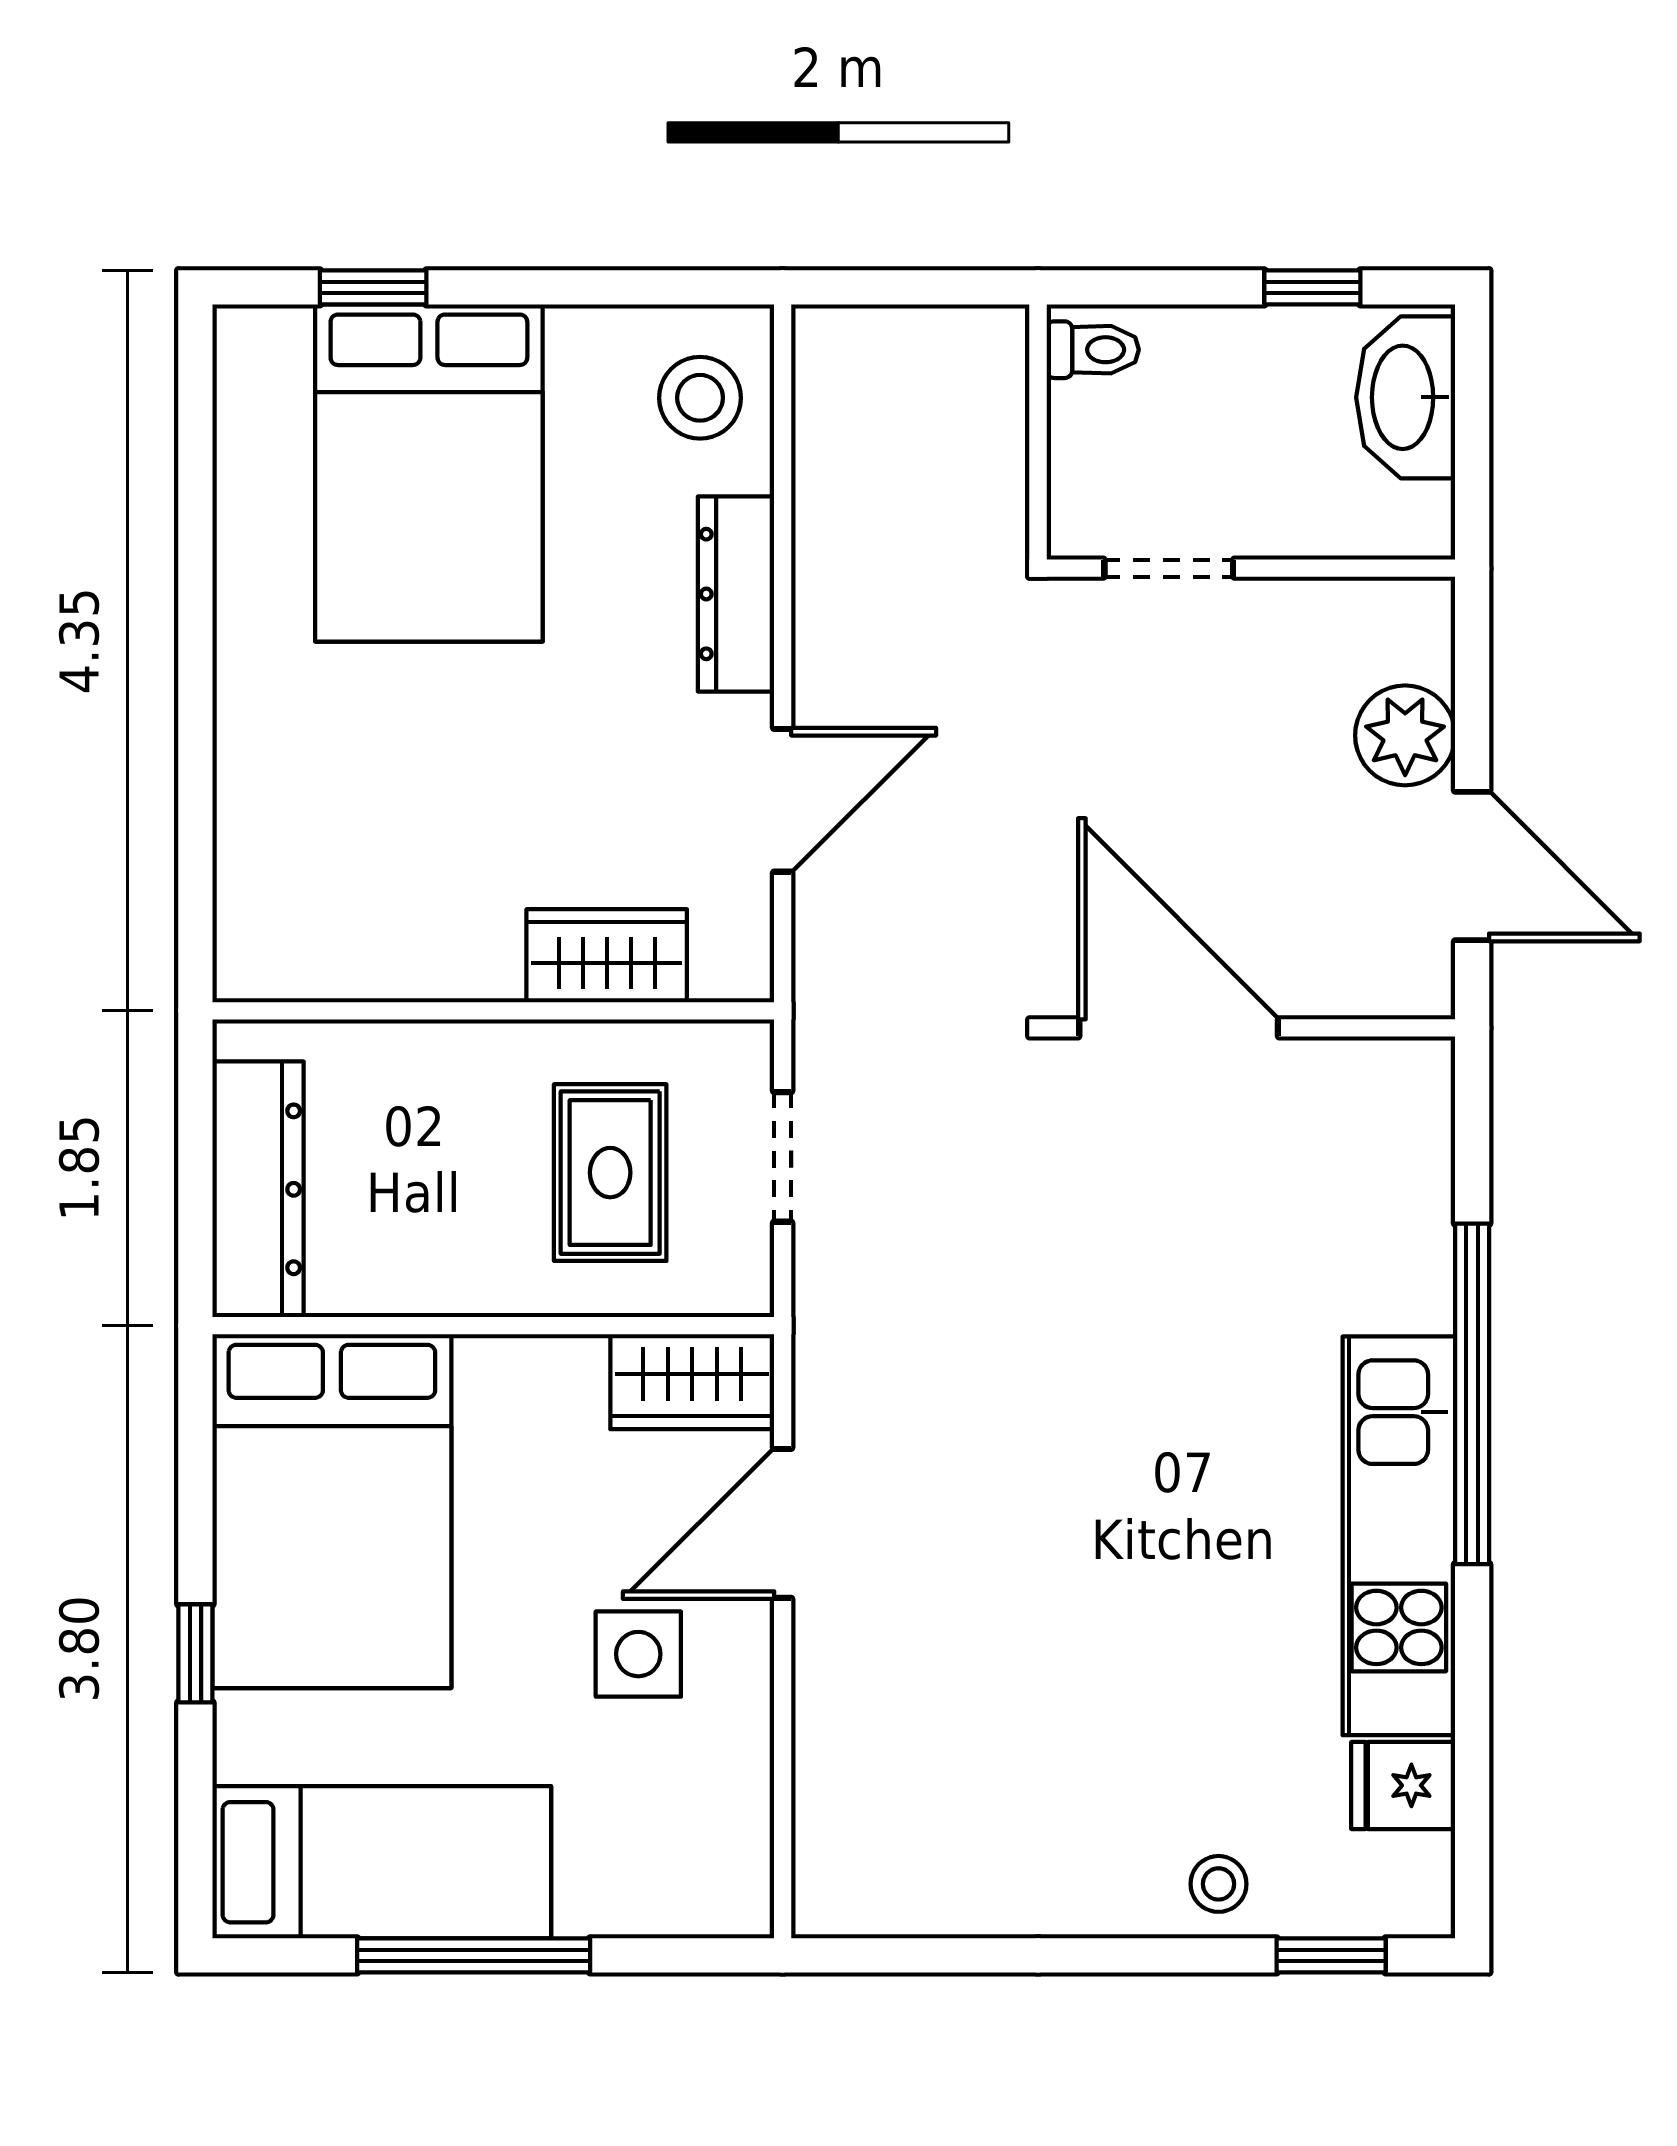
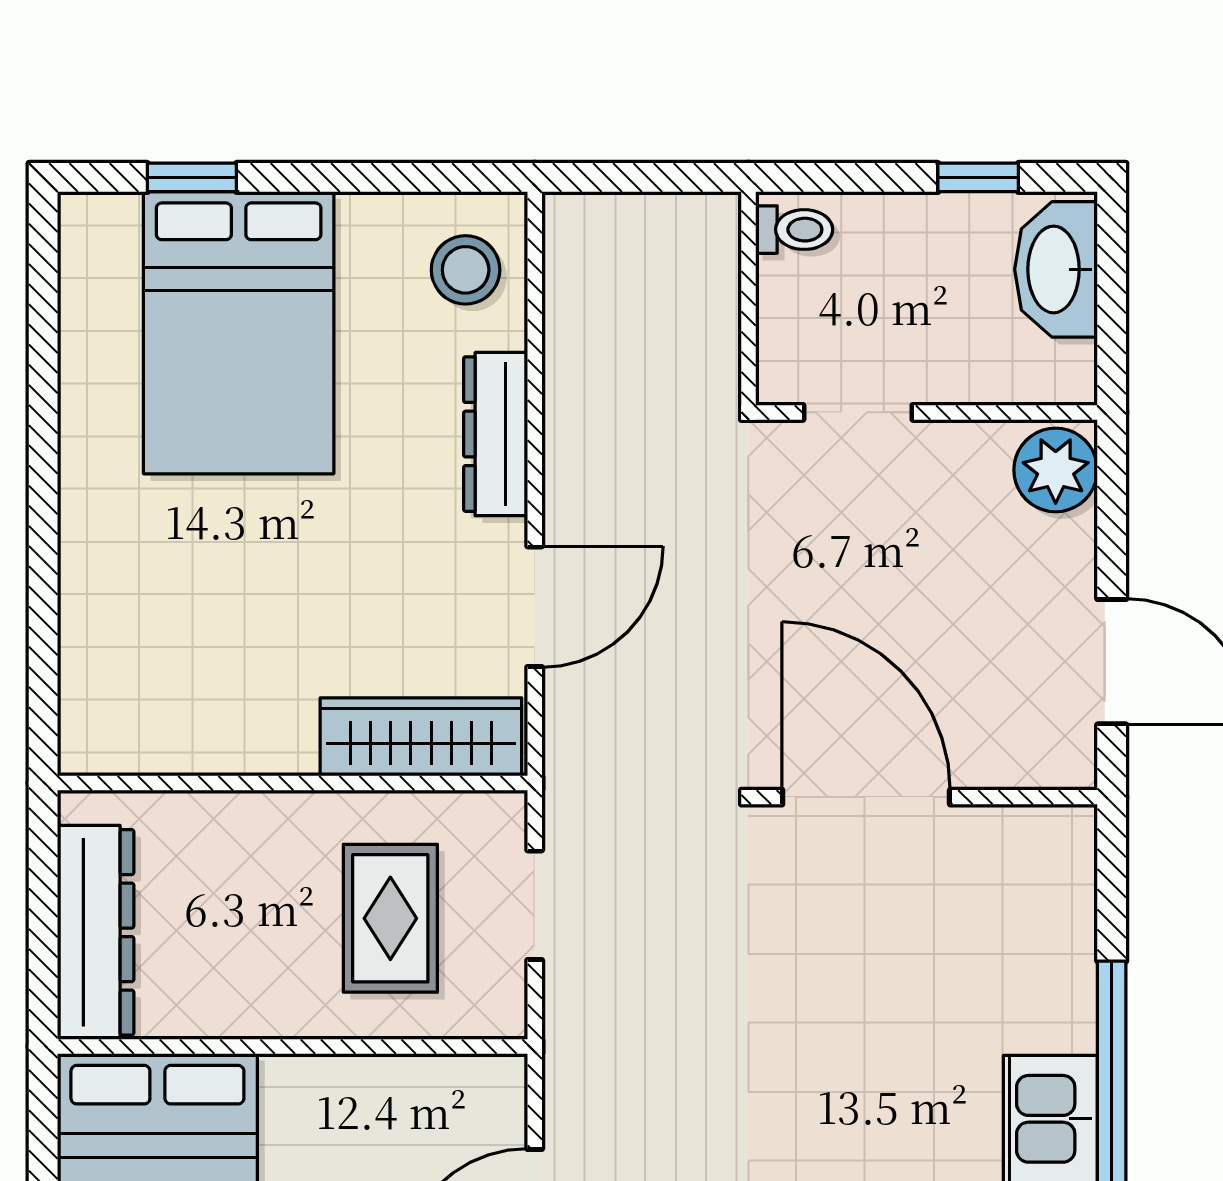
plant: (1405, 735) -> (1056, 470), moved
wardrobe: (607, 956) -> (421, 737), width x1.50
wardrobe: (692, 1382) -> (459, 1093), removed

